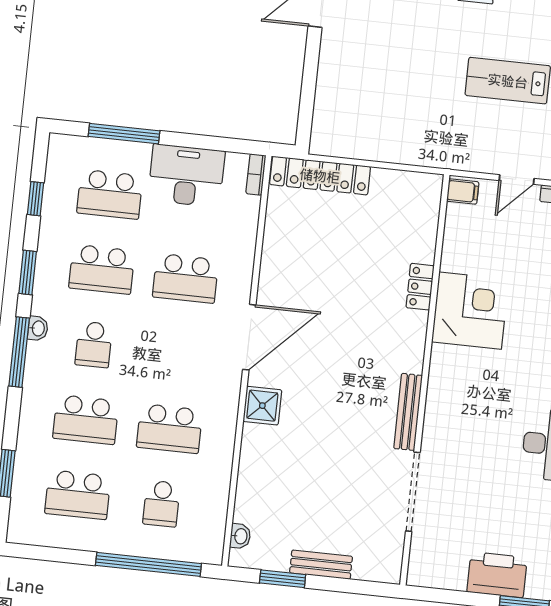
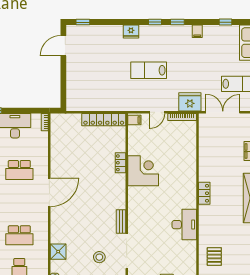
locker: (320, 176) -> (104, 120), moved
shower: (262, 406) -> (58, 252), moved
bench: (408, 412) -> (121, 222), width x0.73
stool: (348, 499) -> (99, 257), added

